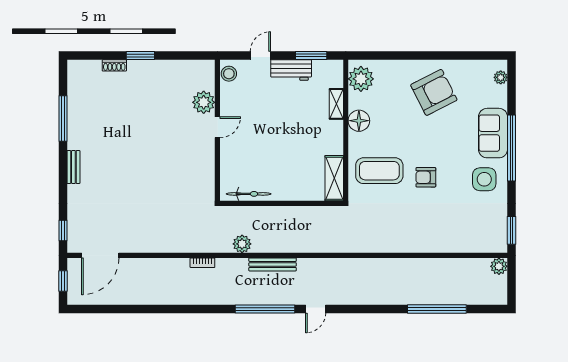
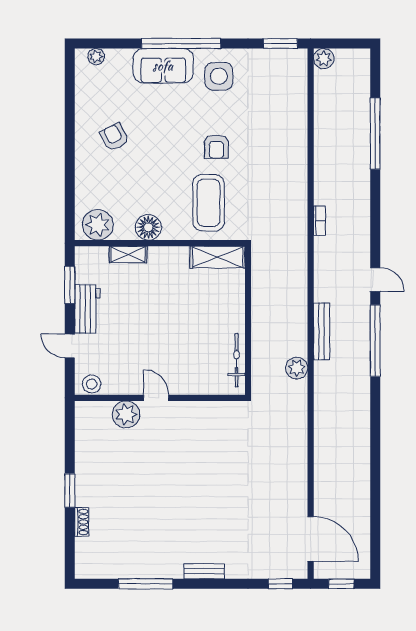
armchair: (434, 92) -> (114, 137), width x0.53, depth x0.53
bookcase: (202, 263) -> (319, 221), moved

